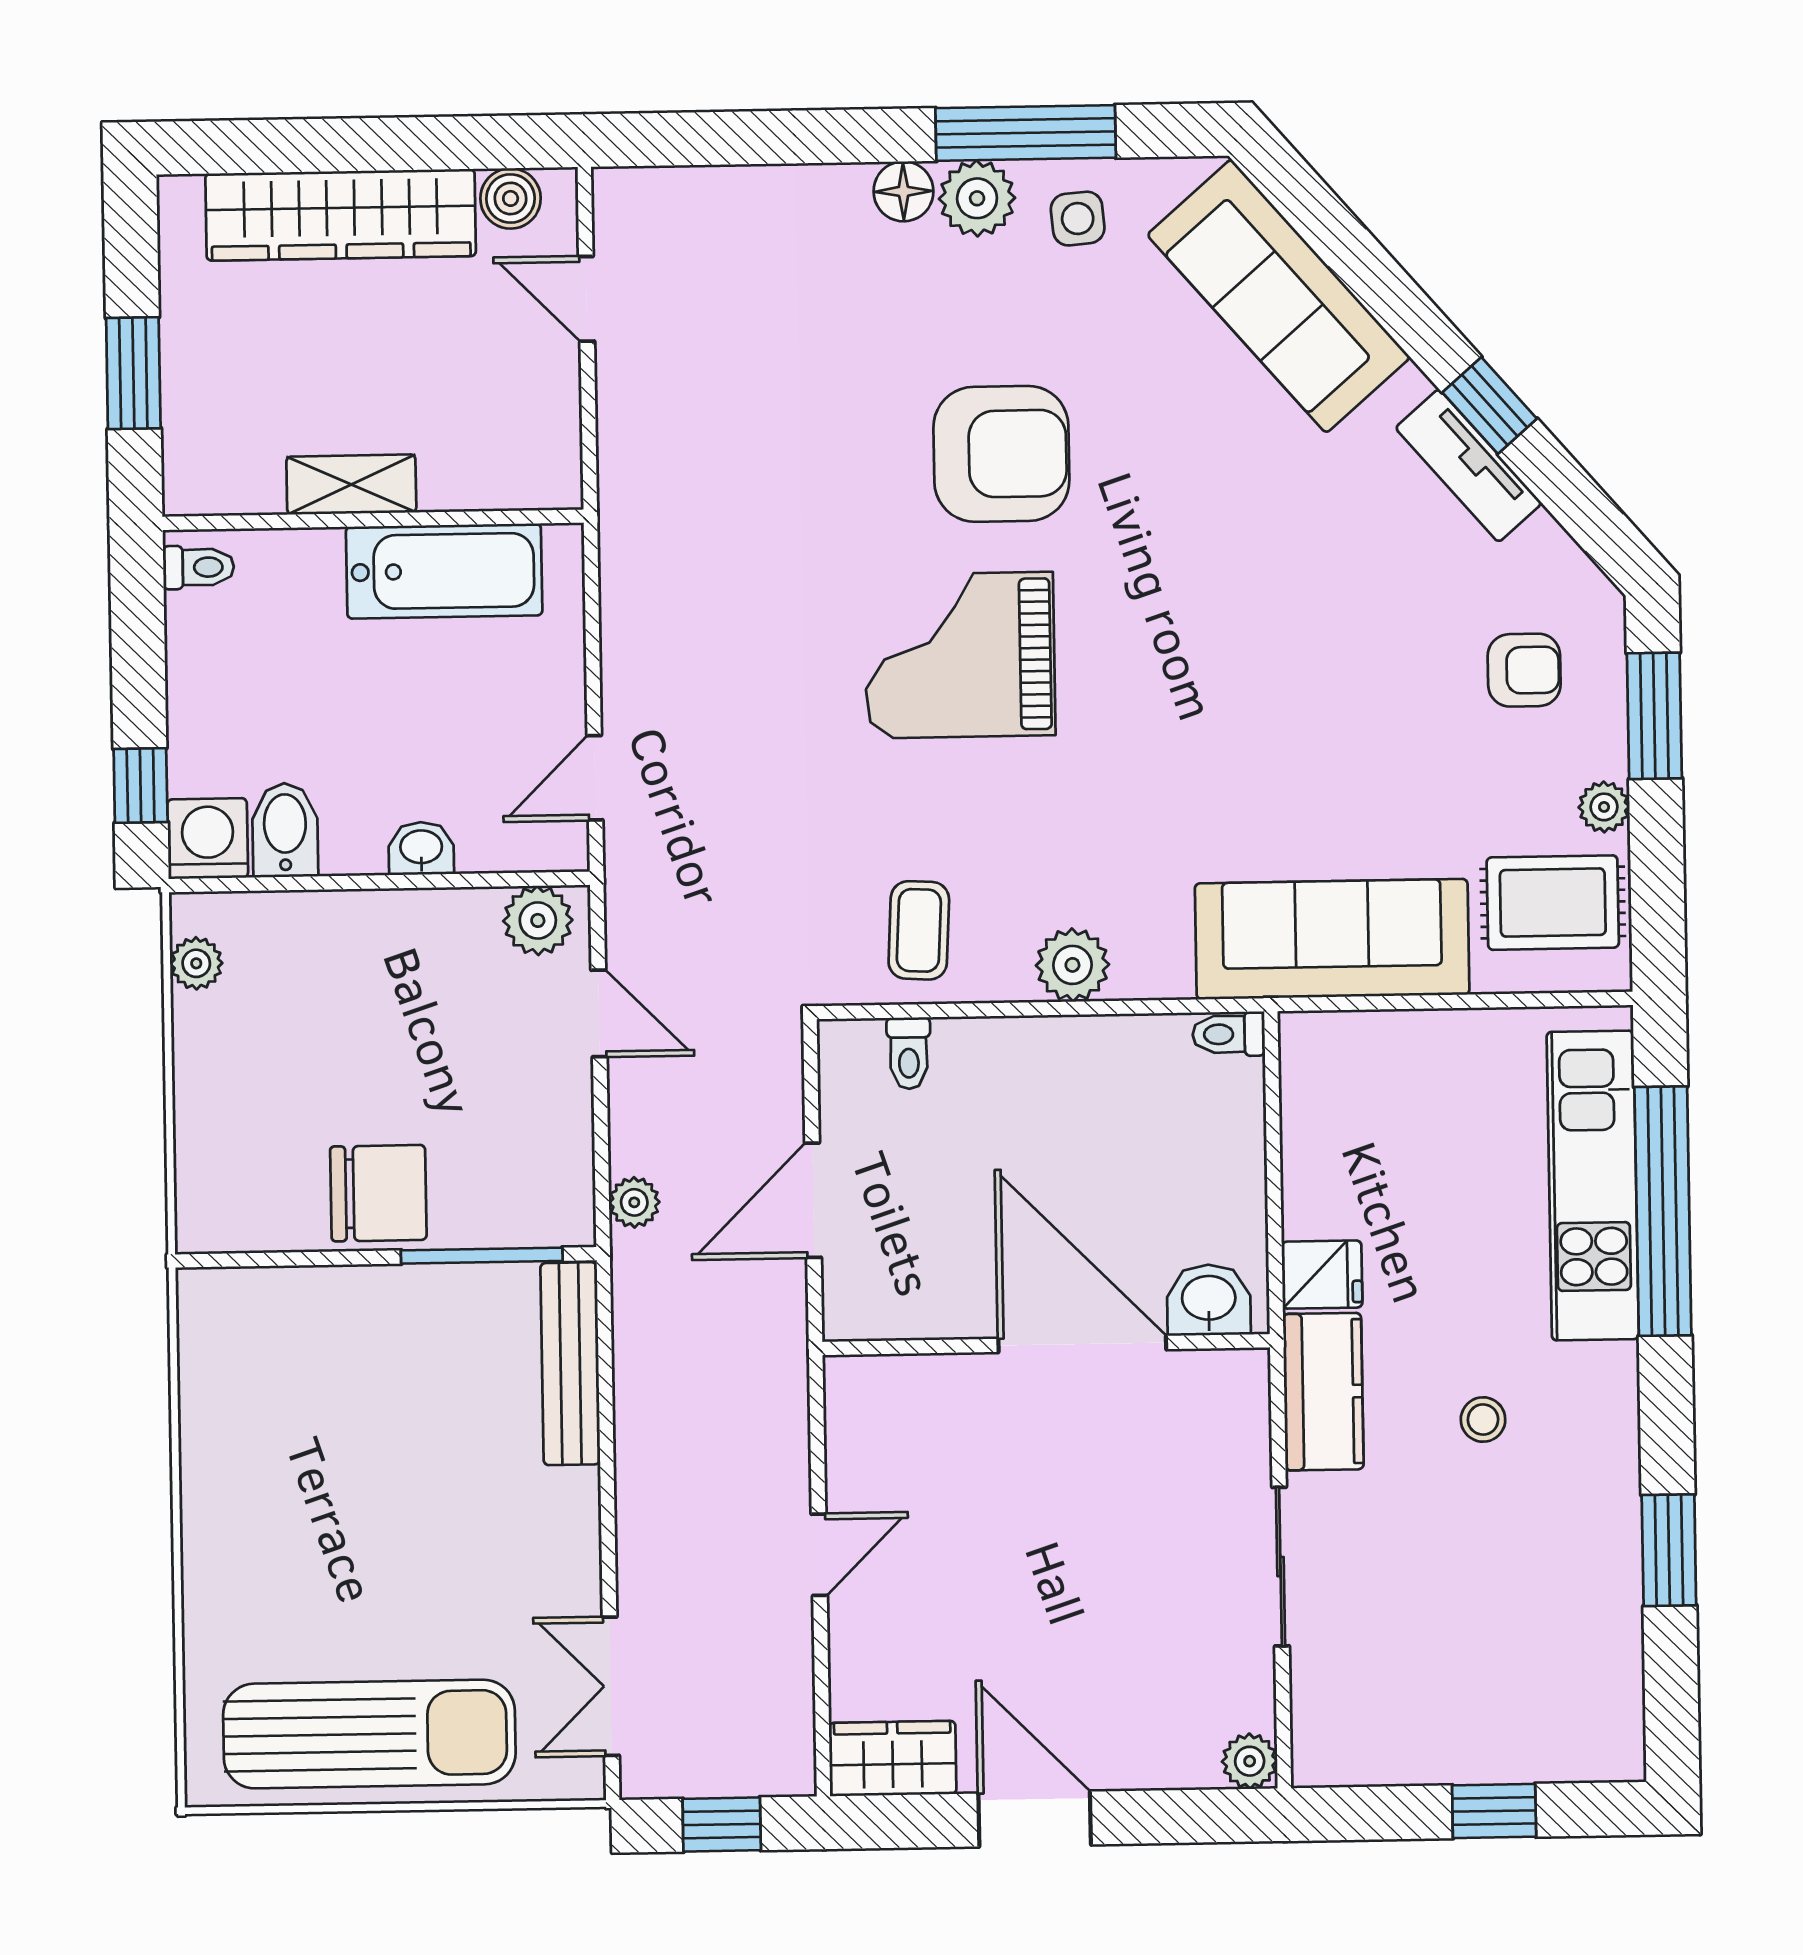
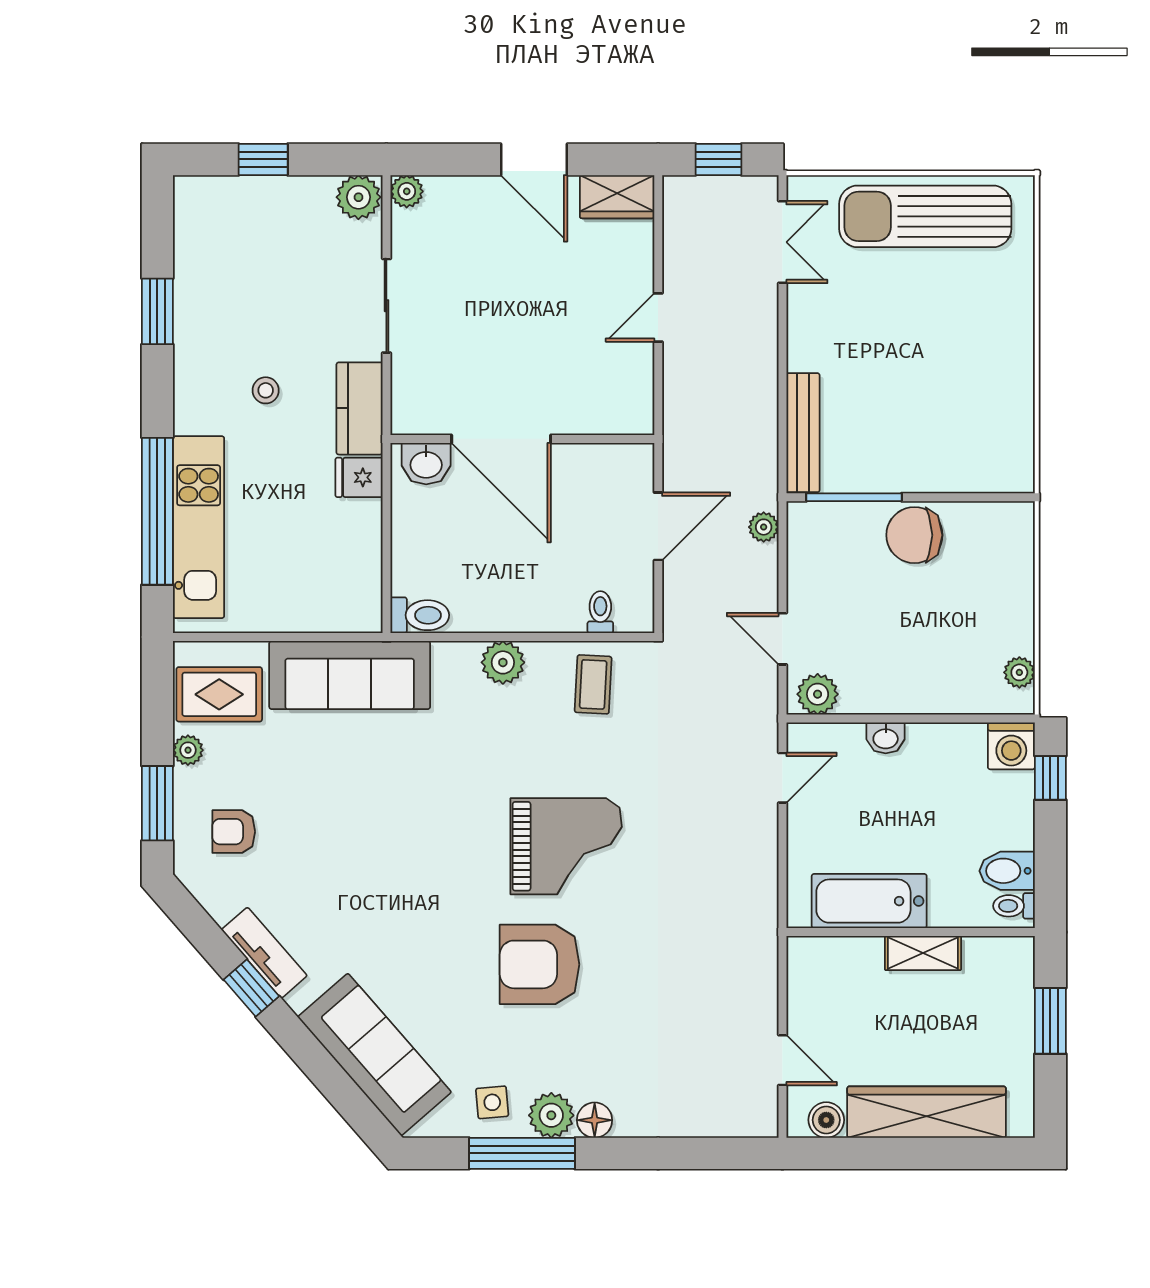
bidet: (285, 830) -> (1007, 871), moved, turned 90
toilet: (1229, 1034) -> (420, 615), width x1.37, depth x1.39
plant: (1331, 1750) -> (358, 197), added

